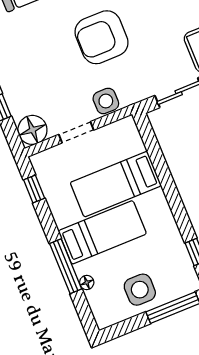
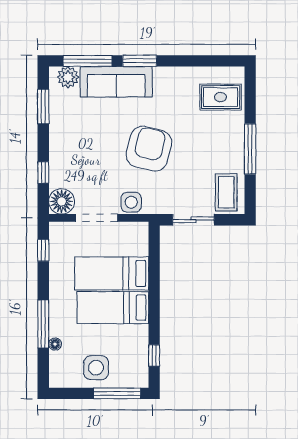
armchair: (102, 37) -> (149, 149), turned 104
doorway: (76, 132) -> (97, 218), width x1.38
bed: (102, 232) -> (113, 308), moved, turned 180

